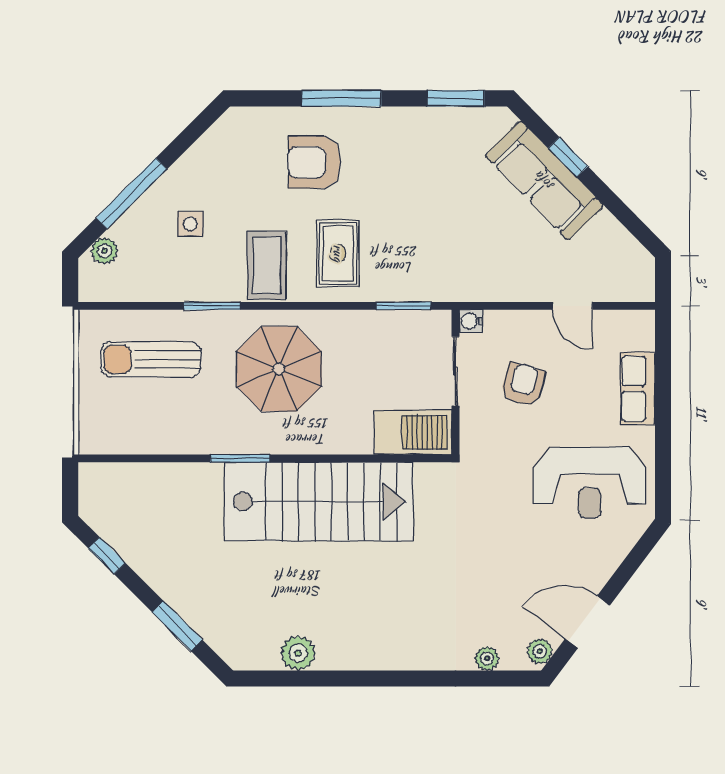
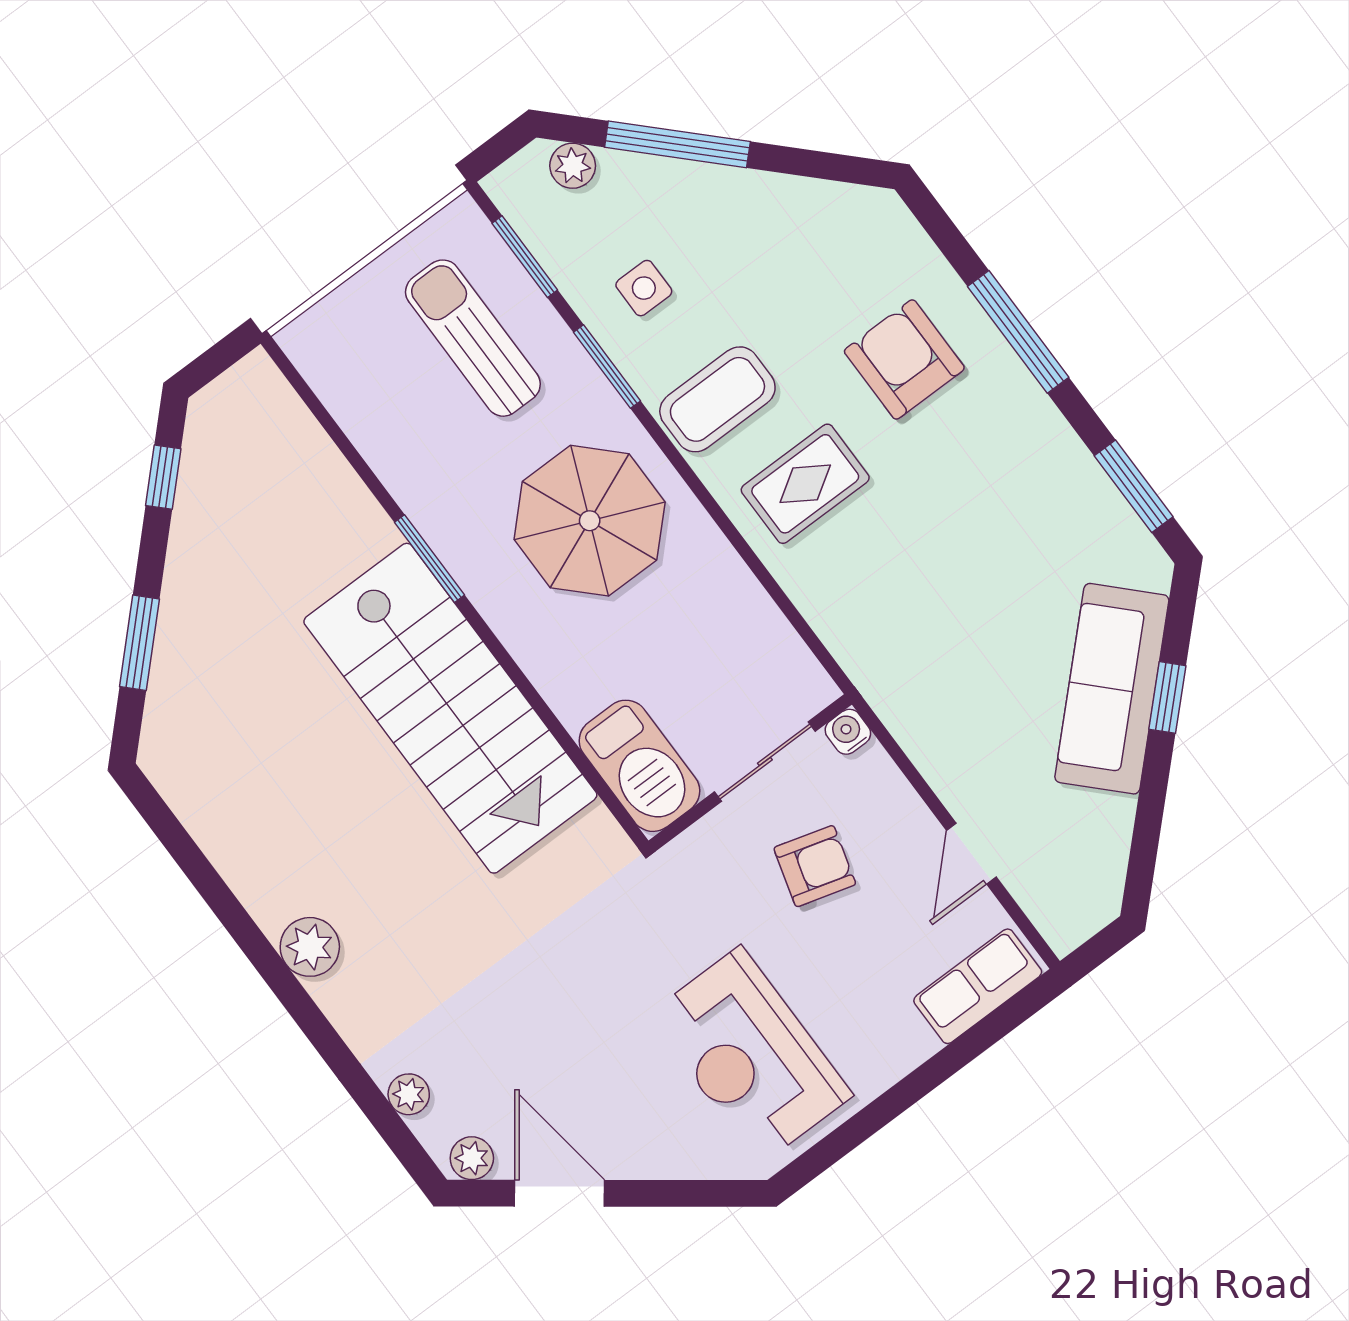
side table: (190, 224) -> (644, 288), moved
window: (403, 306) -> (525, 257), moved
row of seats: (638, 389) -> (978, 986), moved
plant: (298, 653) -> (310, 947), moved

